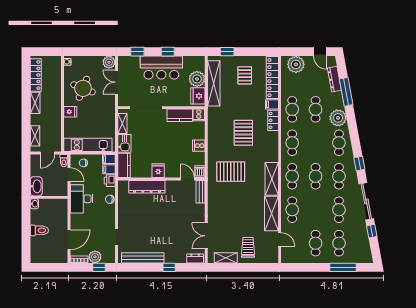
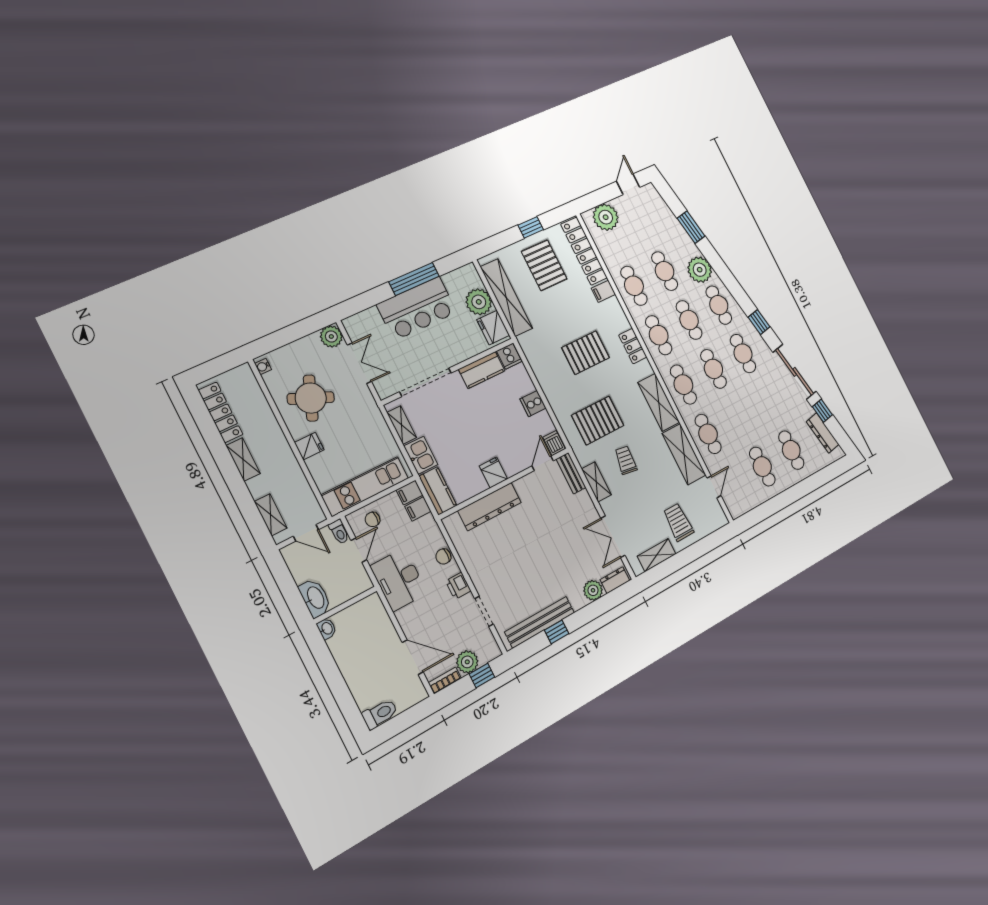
window: (137, 52) -> (368, 300), removed
window: (168, 52) -> (414, 279), width x2.17
window: (227, 52) -> (531, 227), moved
door: (320, 52) -> (628, 184), swing flipped
pallet: (245, 75) -> (544, 265), width x1.50, depth x1.42
dresser: (334, 79) -> (823, 433), moved
double door: (117, 82) -> (359, 363), swing flipped
window: (346, 92) -> (691, 227), width x0.69
locker: (273, 120) -> (633, 346), moved
pallet: (243, 133) -> (586, 353), turned 90
door: (47, 153) -> (306, 533), hinge flipped
door: (69, 174) -> (359, 550), hinge flipped
door: (188, 179) -> (543, 463), hinge flipped
printer: (110, 181) -> (458, 586), moved
trolley: (235, 200) -> (626, 460), added
shelving: (212, 203) -> (596, 482), added
cafe table: (339, 210) -> (689, 320), moved
toilet: (39, 230) -> (380, 714), moved
door: (280, 239) -> (714, 487), hinge flipped
door: (69, 240) -> (413, 657), hinge flipped
plant: (180, 257) -> (593, 590), added
window: (169, 267) -> (557, 632), moved
window: (343, 267) -> (814, 482), removed

